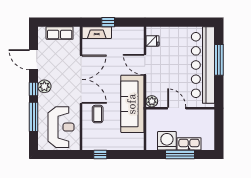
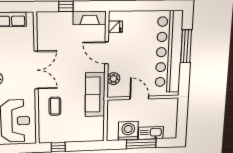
fireplace: (97, 33) -> (90, 18), moved
double door: (81, 79) -> (36, 70), width x0.73
plant: (152, 101) -> (114, 79), moved
sofa: (132, 104) -> (95, 95), width x0.74, depth x0.79

